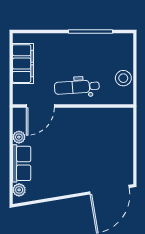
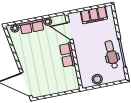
dental chair: (77, 87) -> (112, 54), moved
row of seats: (77, 117) -> (67, 55), added

